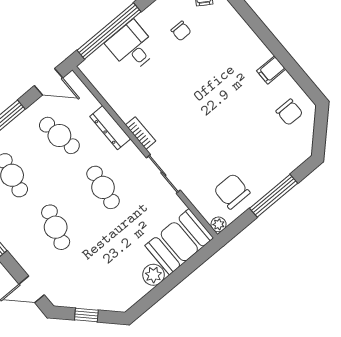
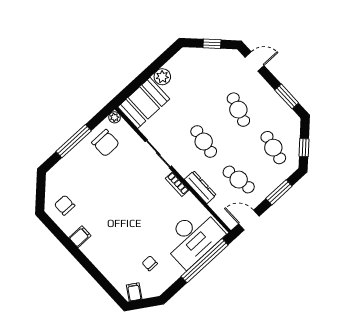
desk: (132, 47) -> (193, 238), width x1.87, depth x1.30

